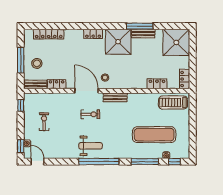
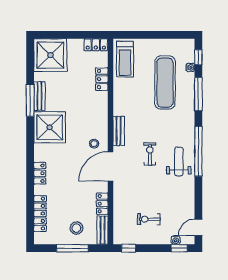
locker: (93, 34) -> (40, 173), moved
exercise bike: (90, 114) -> (150, 154), moved

